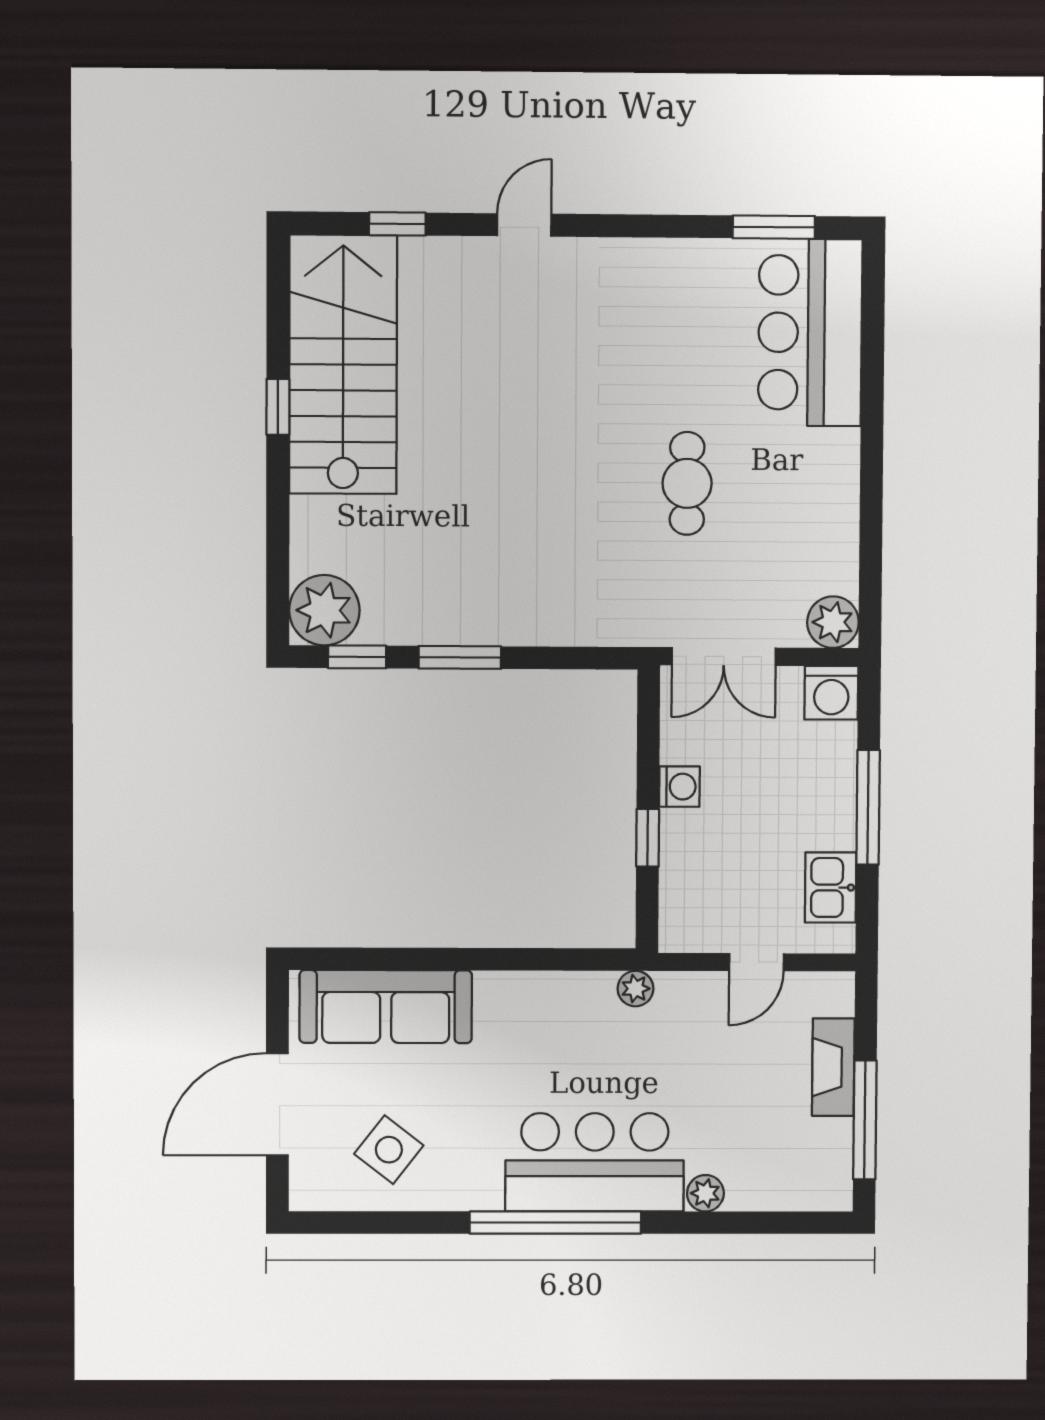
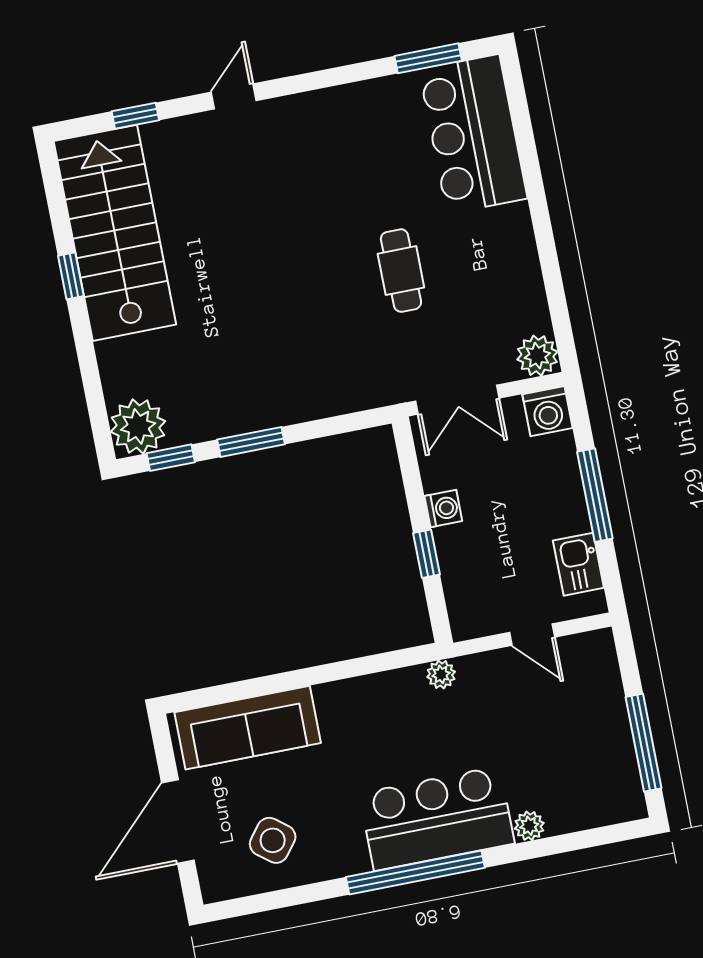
door: (756, 962) -> (532, 635), hinge flipped
fireplace: (833, 1067) -> (610, 706), removed

